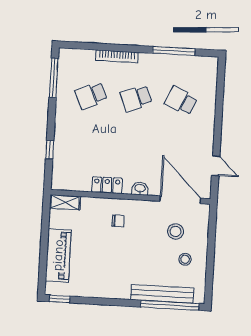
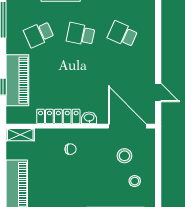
school desk: (136, 98) -> (81, 34), turned 33
piano: (65, 144) -> (17, 80), added
locker: (107, 185) -> (58, 116), width x1.53

